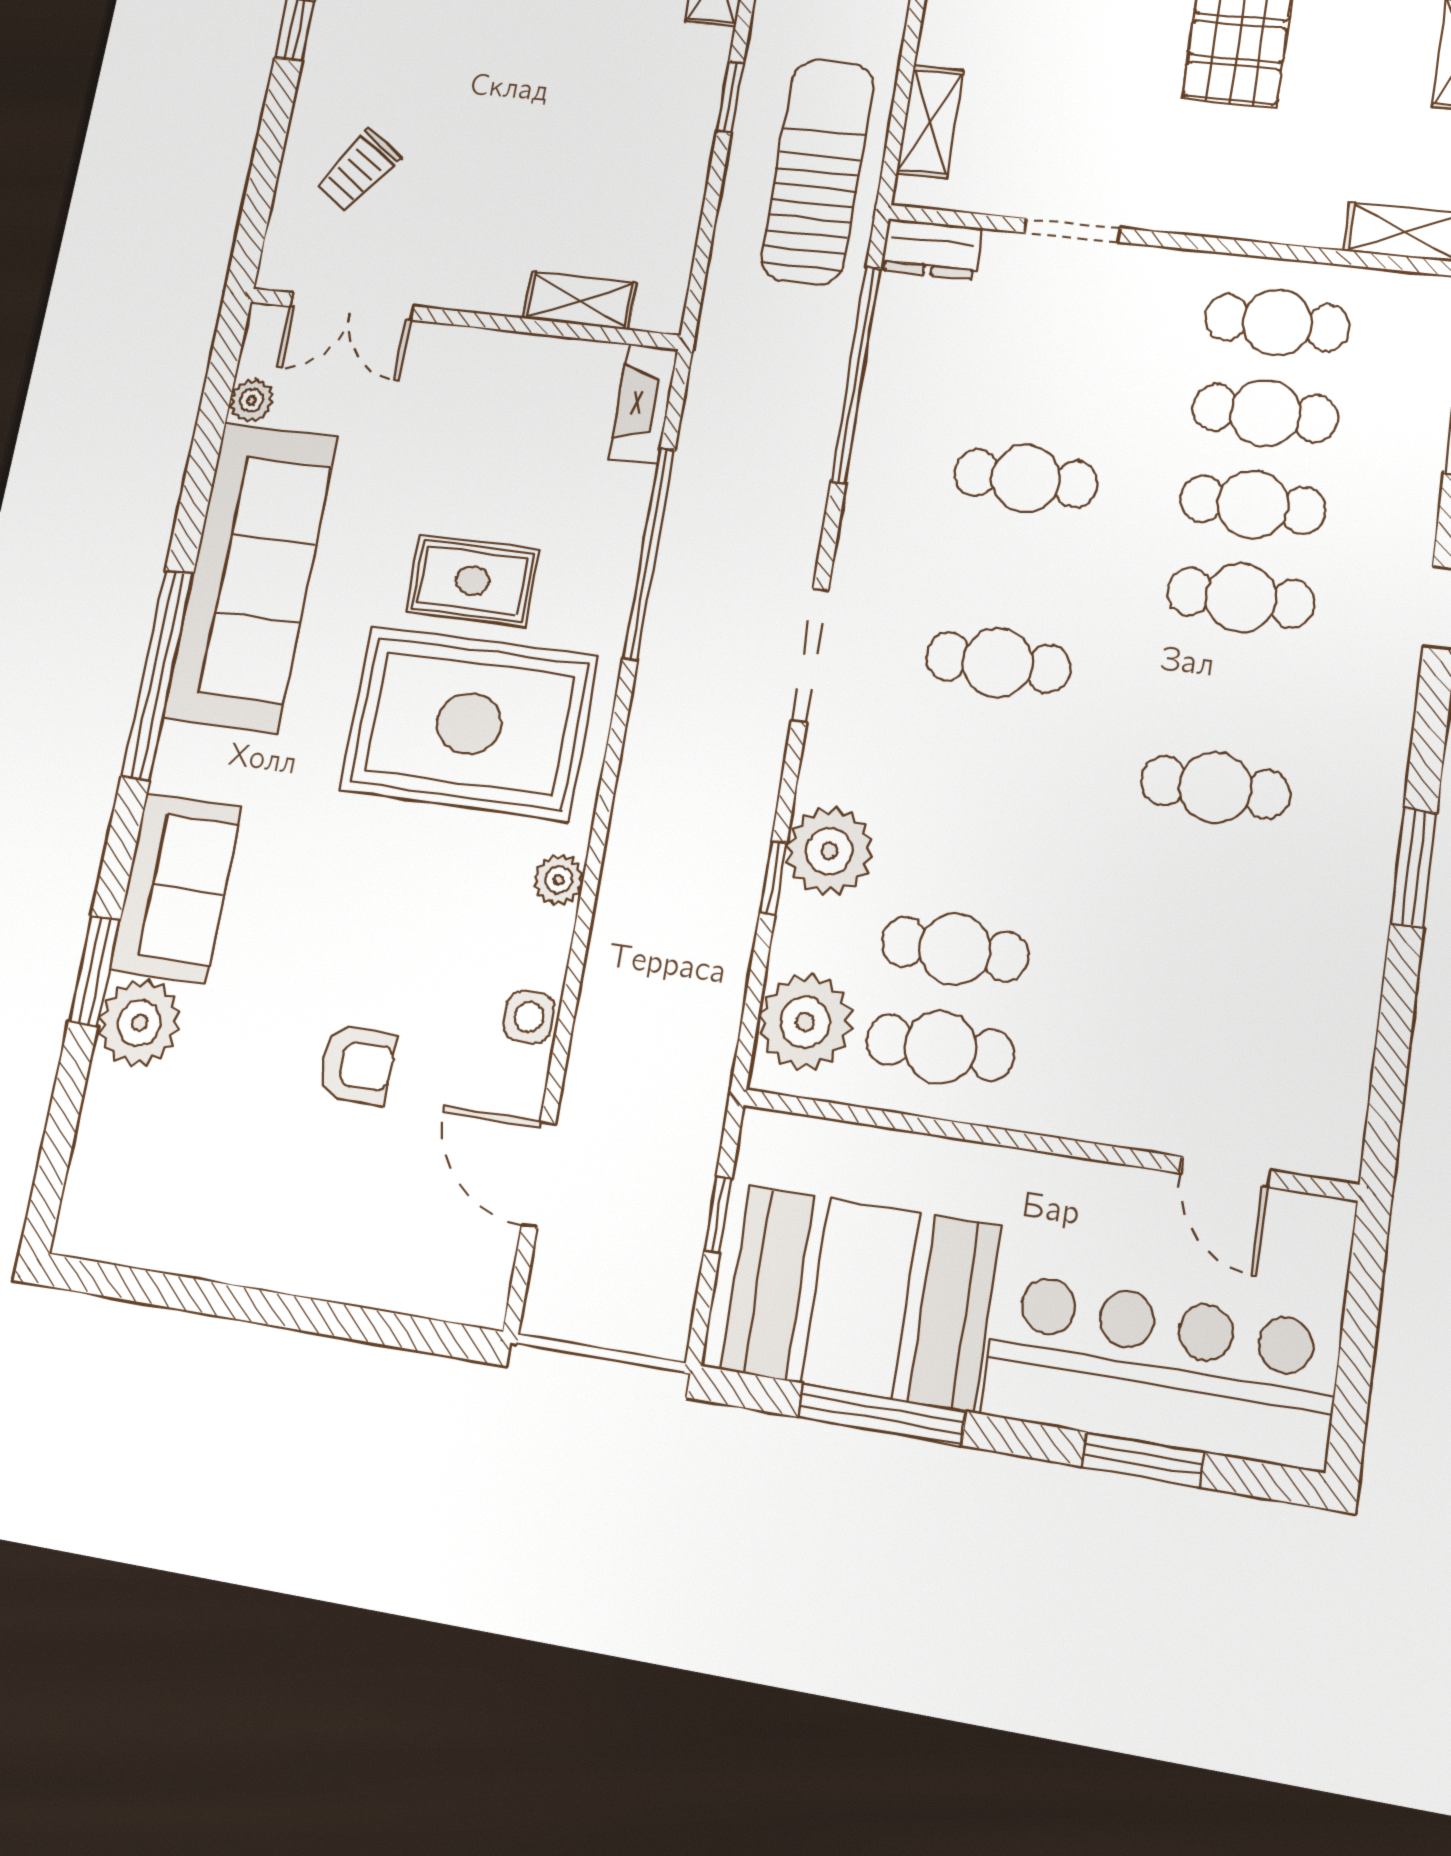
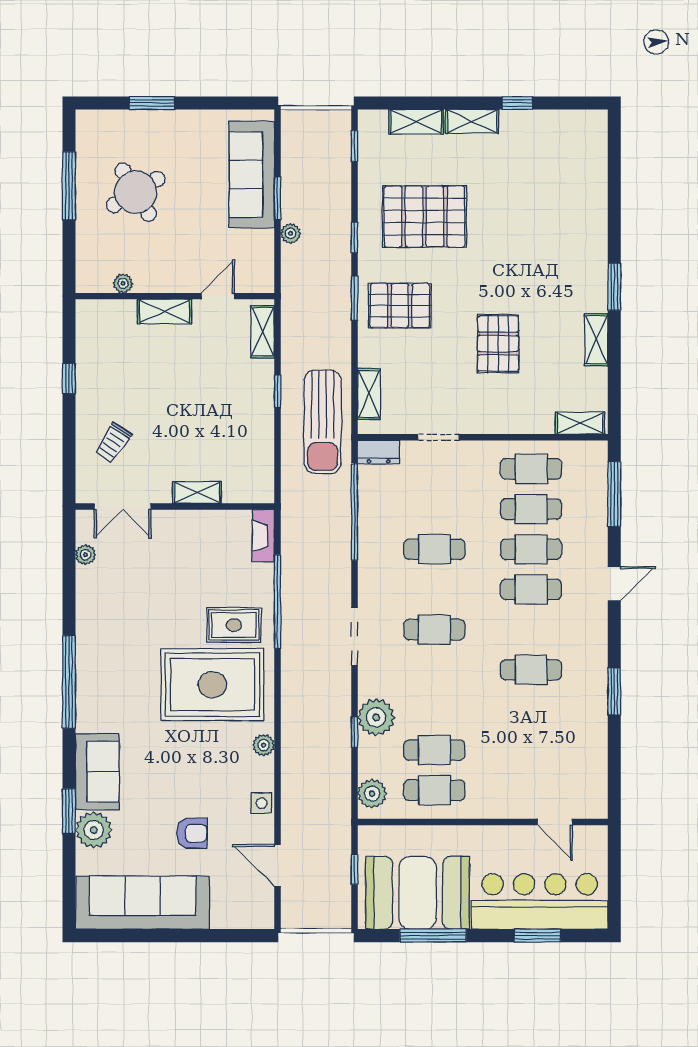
sun lounger: (818, 171) -> (323, 422), turned 180
shelving: (580, 301) -> (197, 492), moved
sofa: (250, 577) -> (143, 903), moved, turned -90
rug: (473, 581) -> (234, 625), moved
plant: (805, 1022) -> (372, 794), width x0.73, depth x0.73

